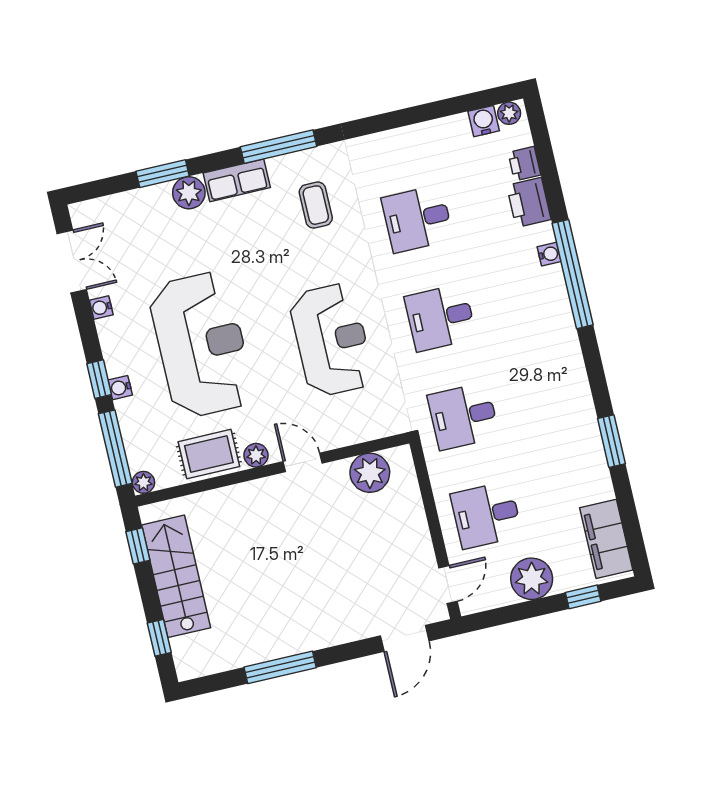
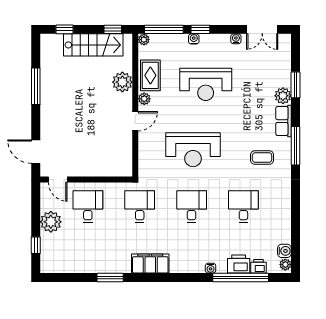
window: (573, 274) -> (241, 278), moved
reception desk: (201, 345) -> (206, 84), width x0.74, depth x0.77
plant: (370, 473) -> (122, 82), moved
filing cabinet: (606, 539) -> (150, 264), moved

